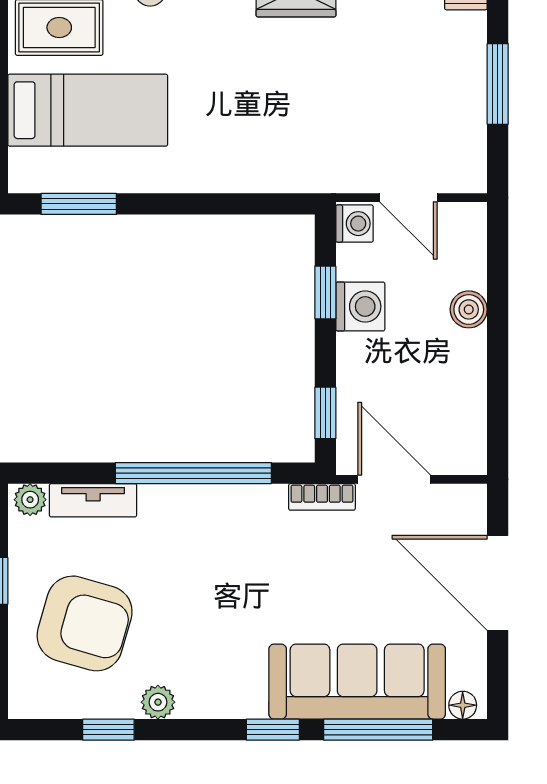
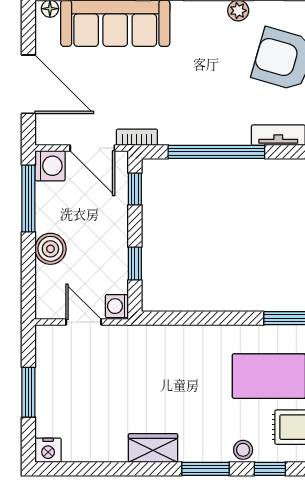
washing machine: (360, 306) -> (50, 166), moved, turned 180
boiler: (469, 309) -> (50, 249), width x1.36, depth x1.36
window: (498, 398) -> (28, 198), added

